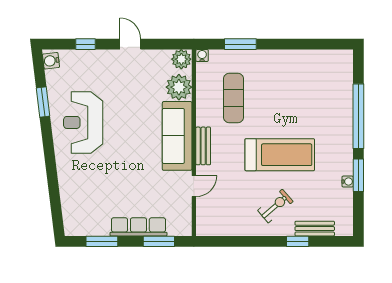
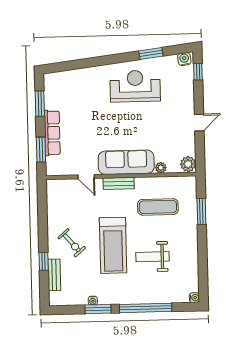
window: (85, 44) -> (198, 72), moved
water cooler: (202, 55) -> (194, 298), moved
plant: (179, 87) -> (161, 168), width x0.53, depth x0.53
weight bench: (295, 106) -> (152, 257), added

